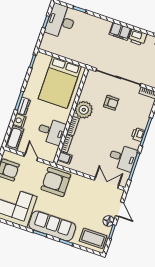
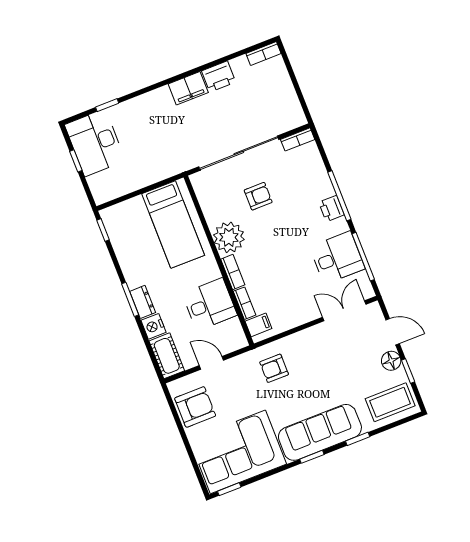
bed: (60, 83) -> (173, 224), width x0.67
armchair: (56, 182) -> (274, 368), width x0.53, depth x0.53

